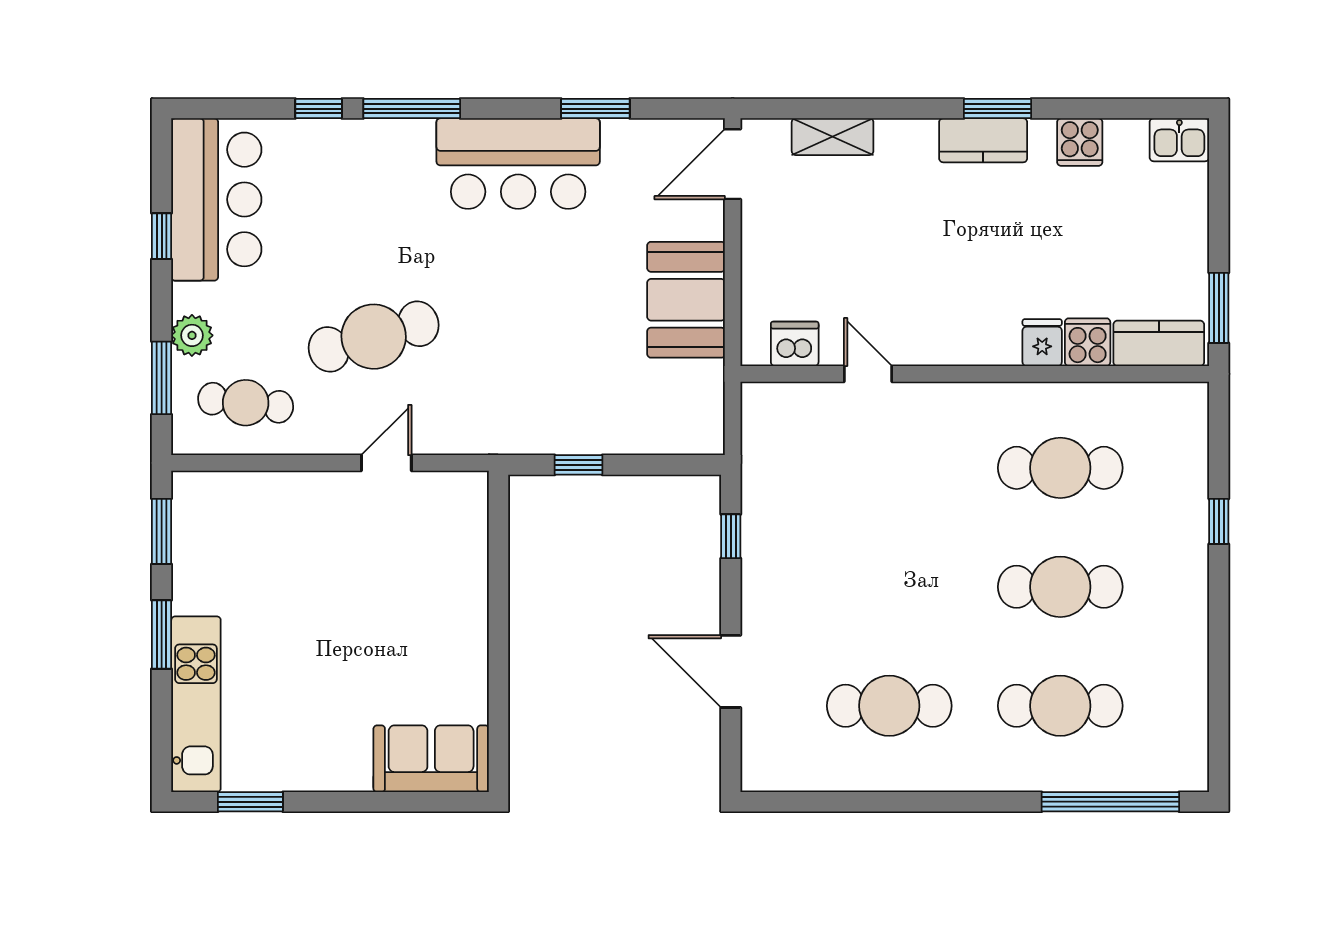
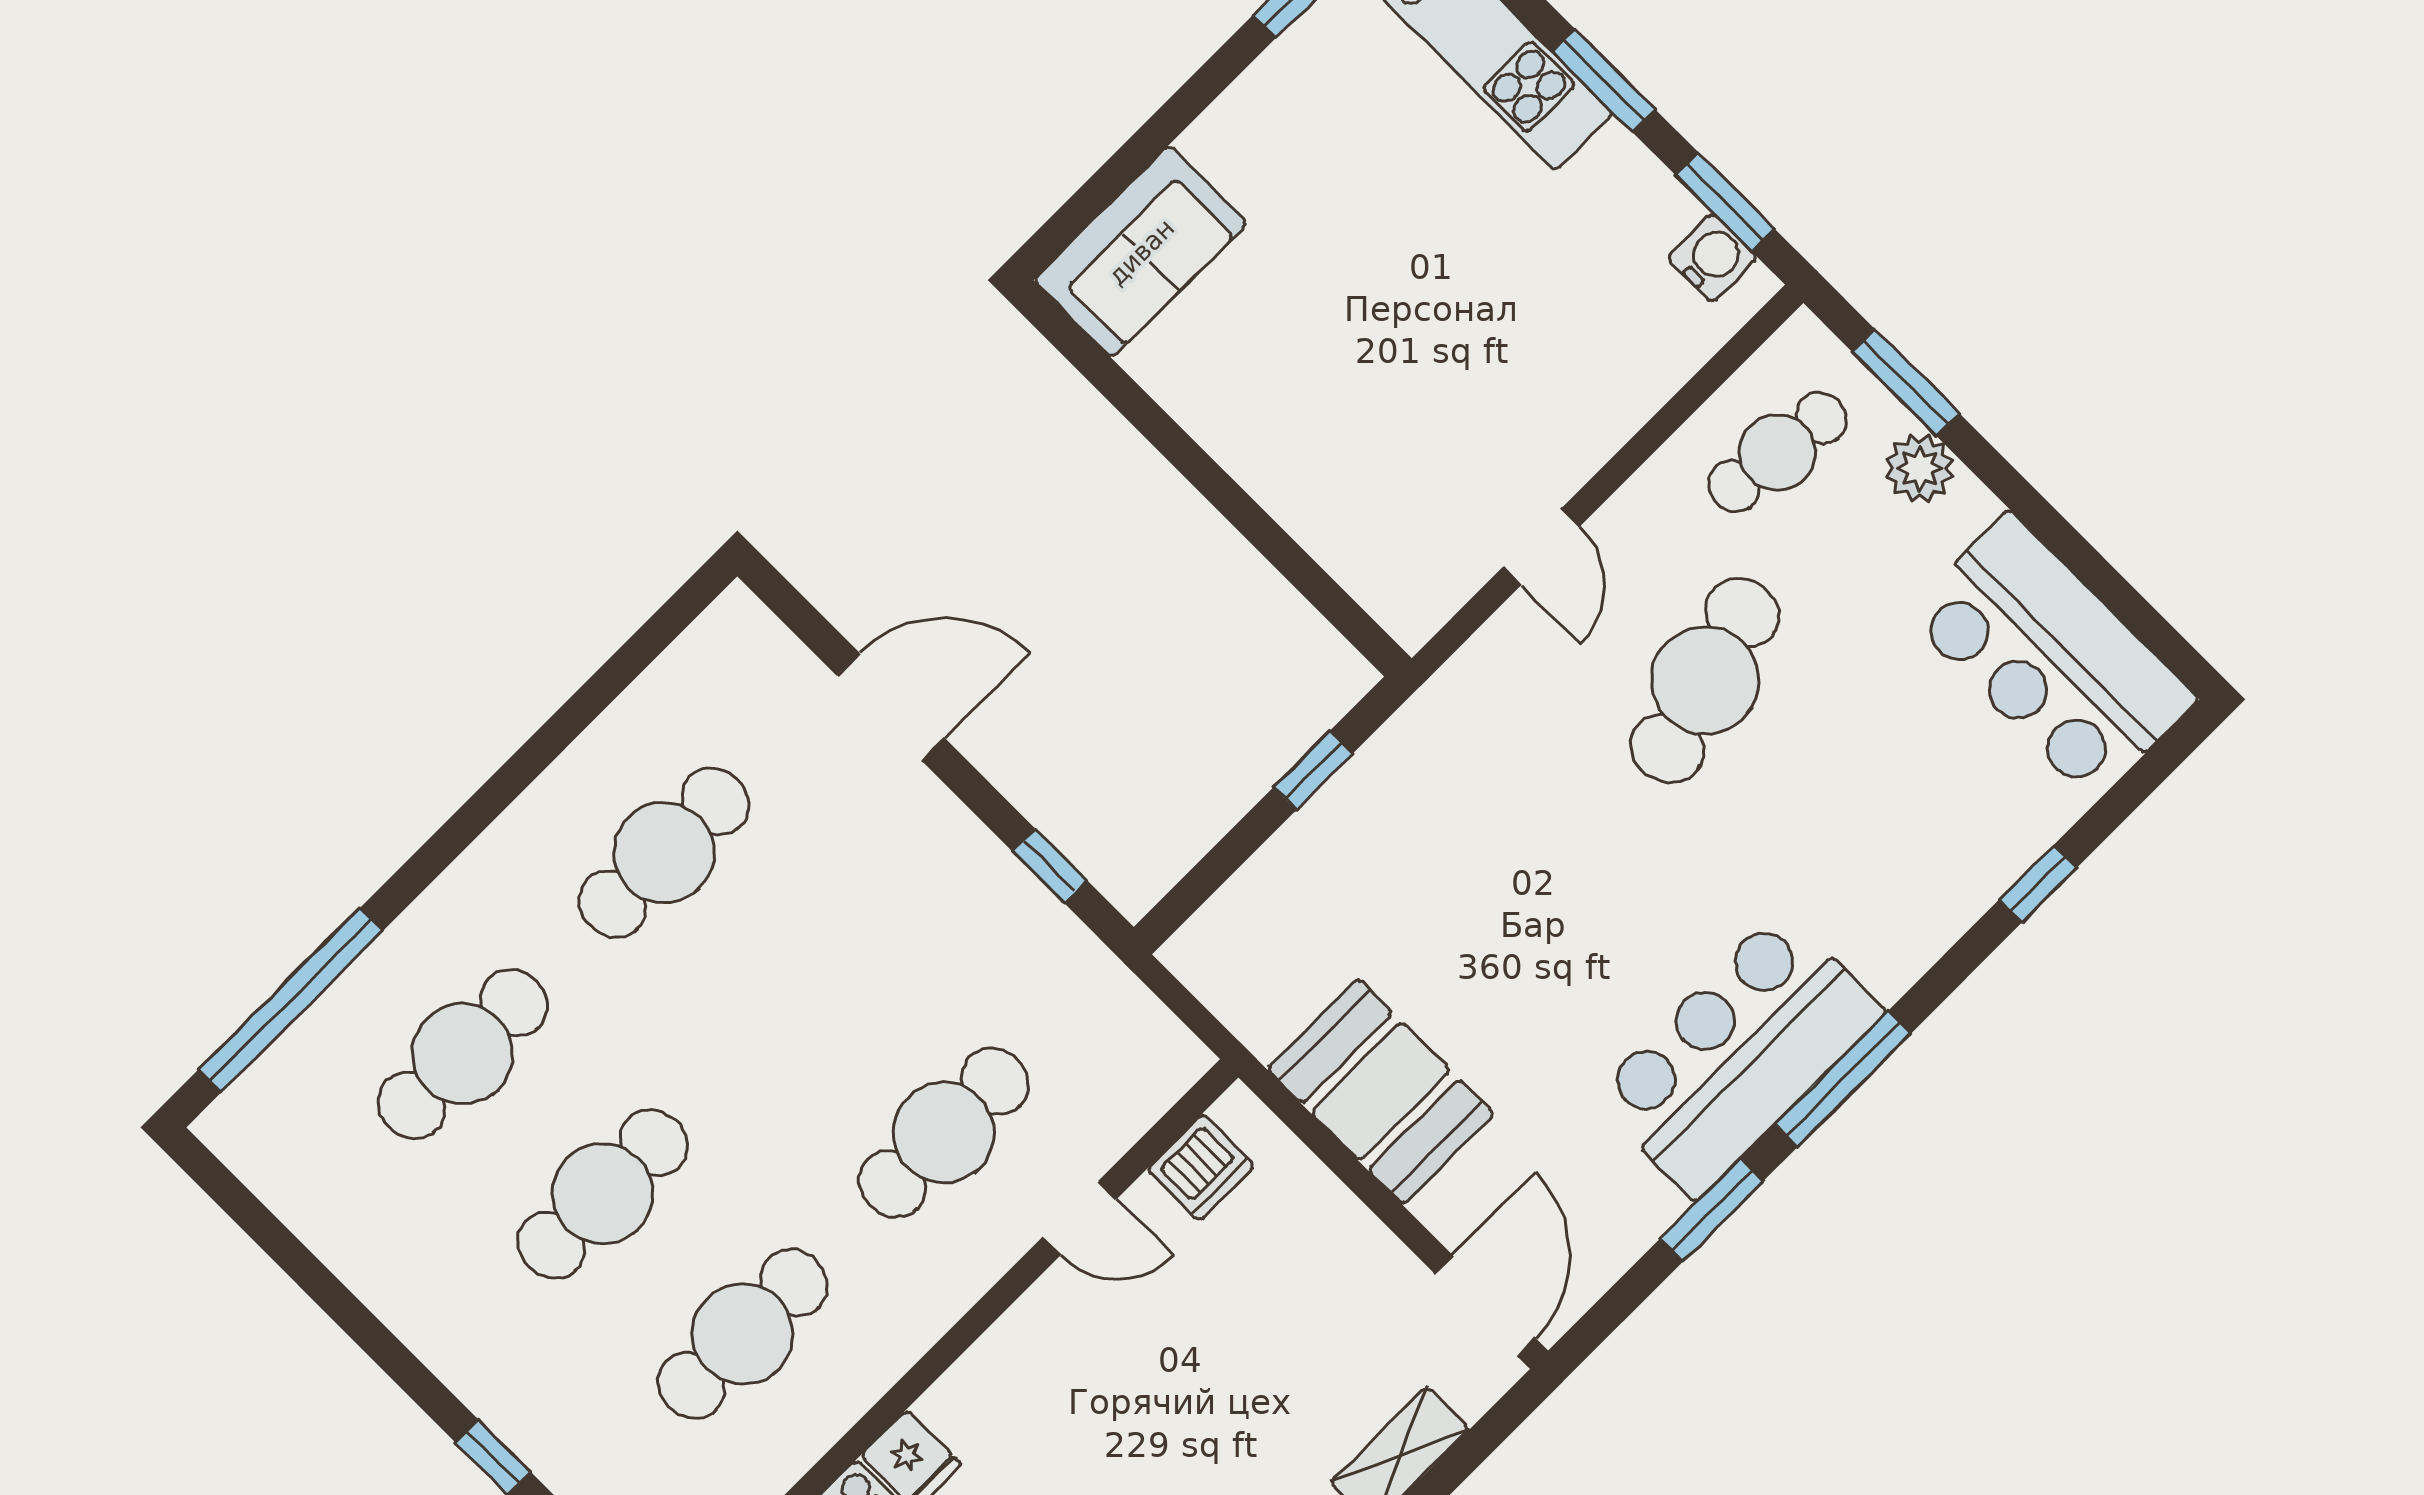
window: (412, 109) -> (1843, 1079), moved
window: (162, 236) -> (2072, 549), removed
cafe table: (889, 468) -> (944, 1133), added
water cooler: (191, 513) -> (1712, 258), added

